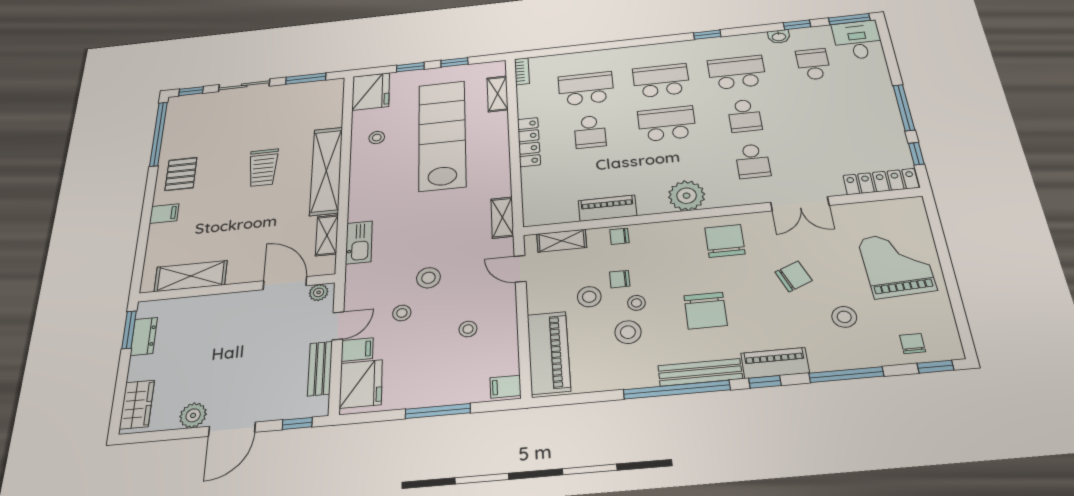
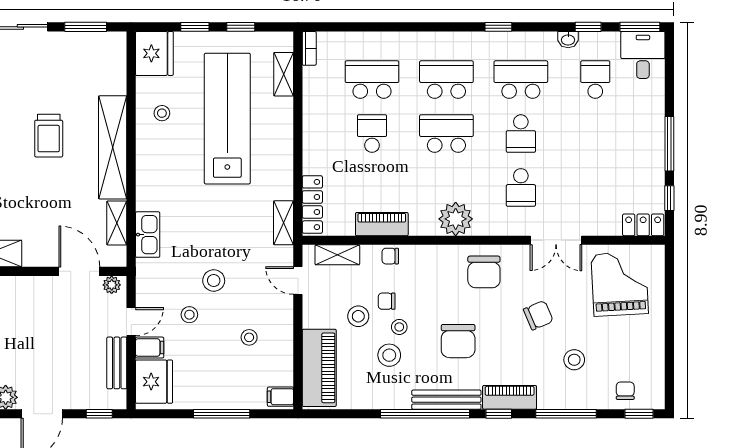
school desk: (590, 132) -> (372, 134), turned 180
locker: (529, 142) -> (312, 204), moved
locker: (881, 182) -> (643, 225), width x0.66
chair: (725, 241) -> (484, 272), turned 180
grand piano: (897, 264) -> (620, 284), moved

